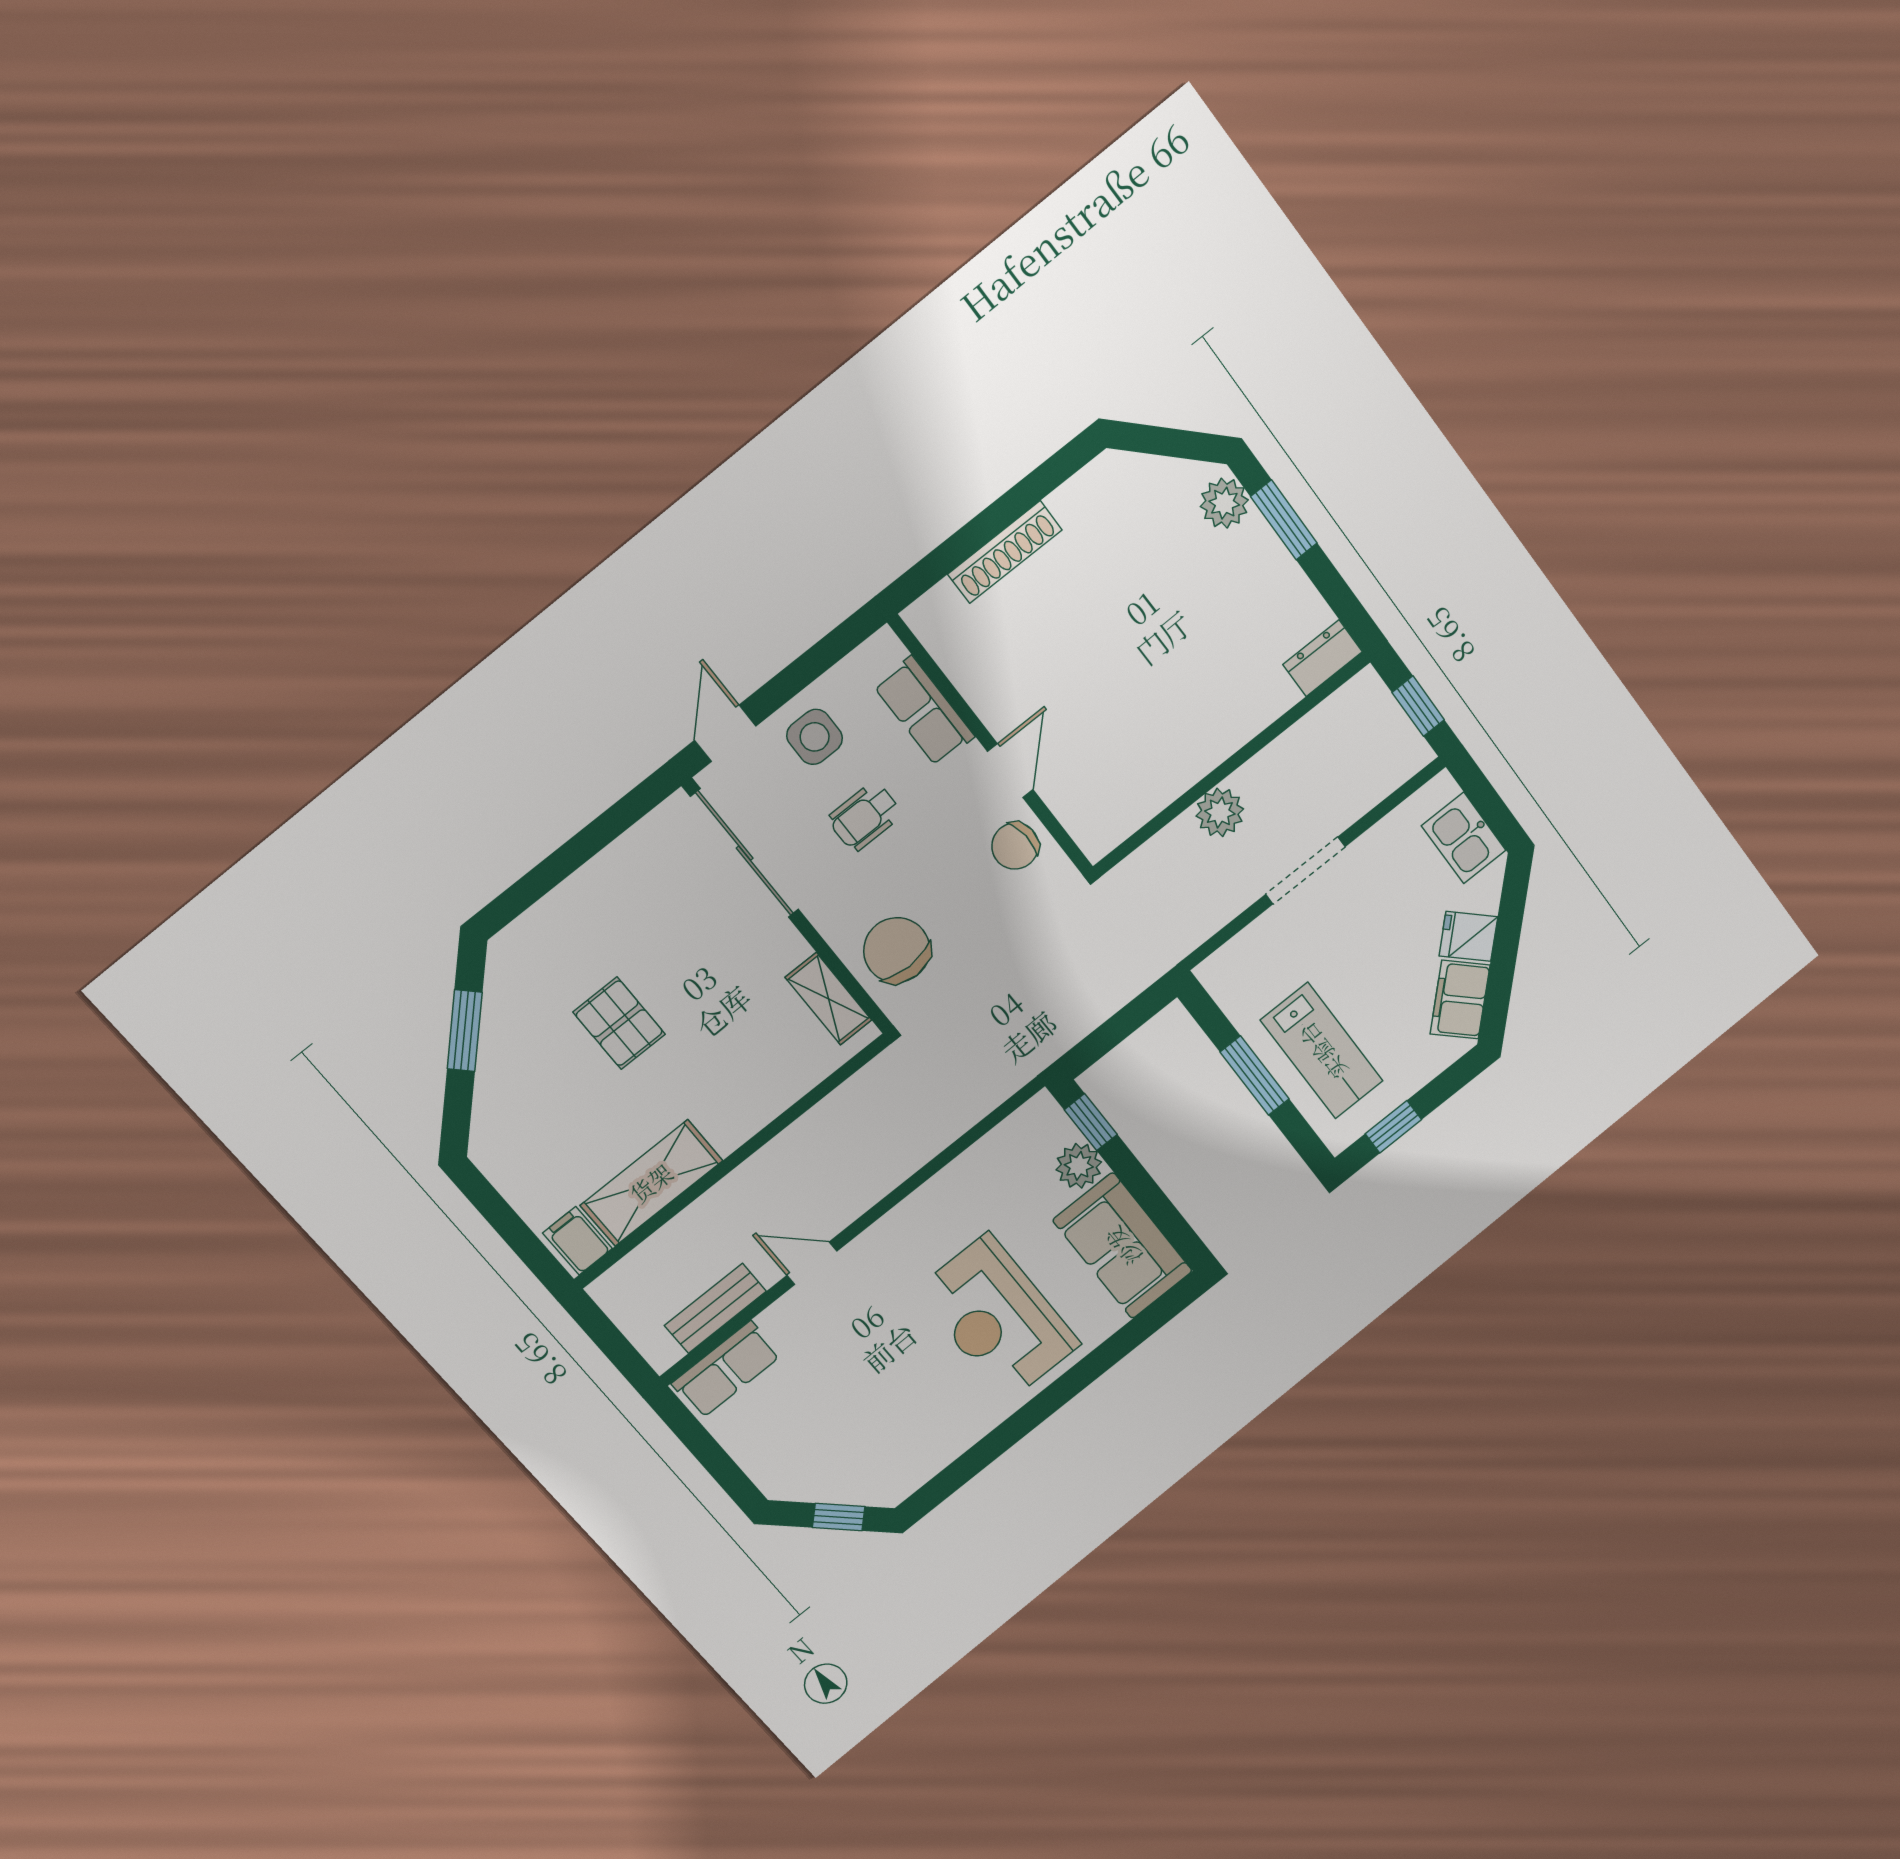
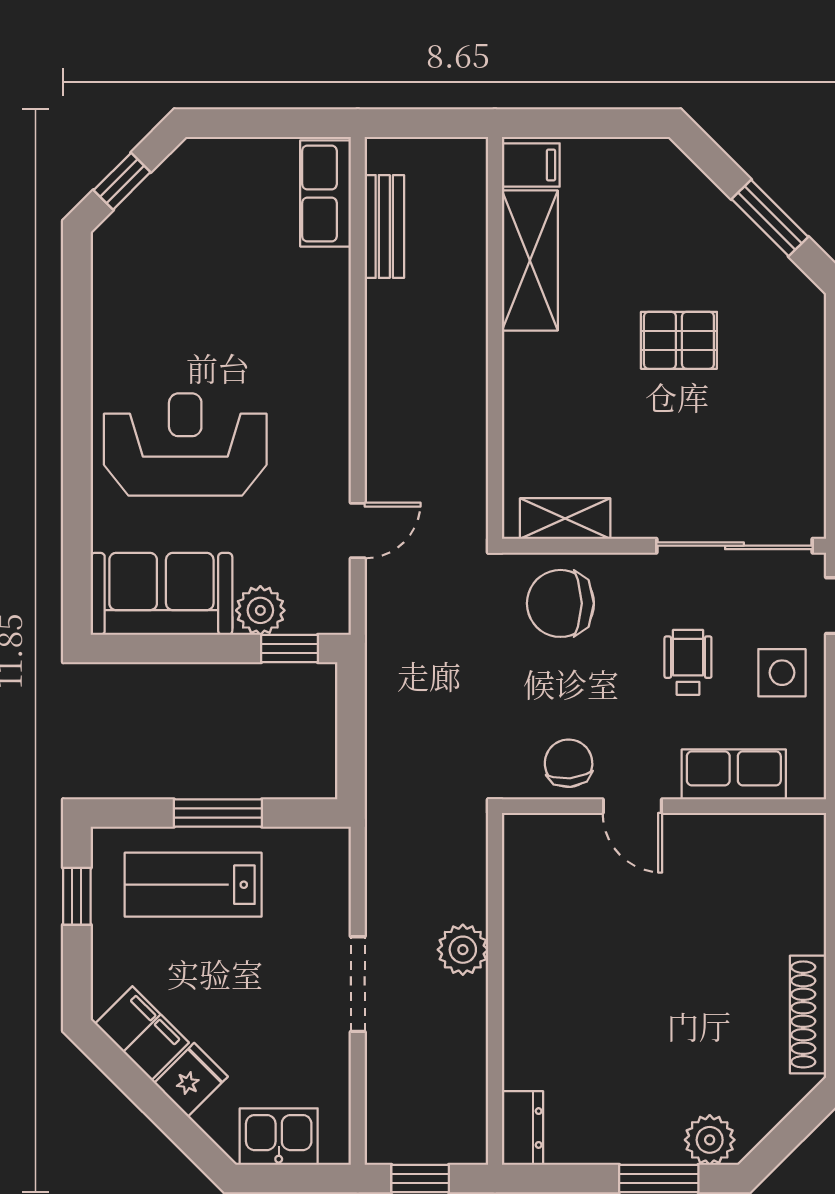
shoe rack: (1005, 552) -> (808, 1014), moved
chair: (897, 950) -> (560, 603), turned 180
door: (812, 1263) -> (358, 530), moved

